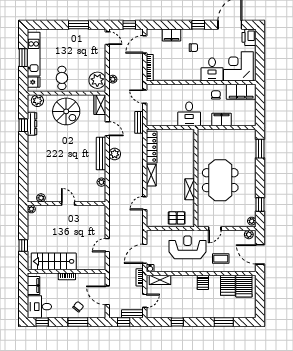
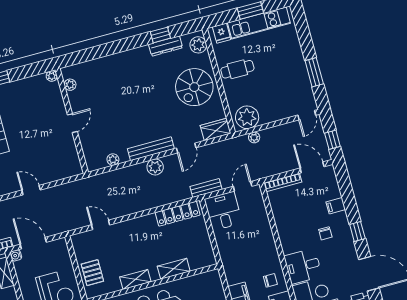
filing cabinet: (172, 35) -> (336, 206), width x0.50
desk: (189, 114) -> (223, 211), moved, turned 90
shelving: (151, 175) -> (174, 269), moved

